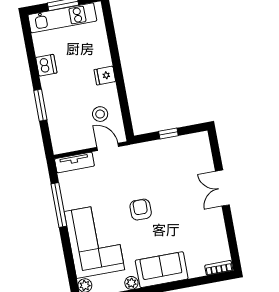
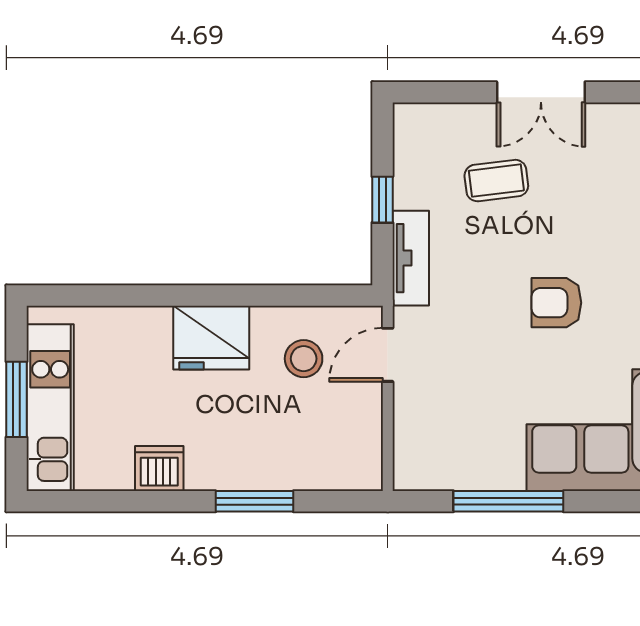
fridge: (105, 76) -> (211, 338), width x1.88, depth x1.34
tv unit: (74, 162) -> (411, 258), moved
coffee table: (184, 177) -> (496, 181), added

